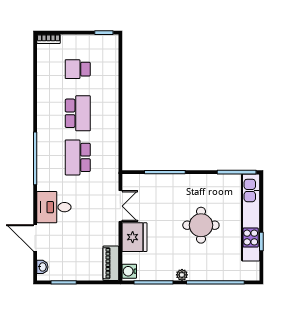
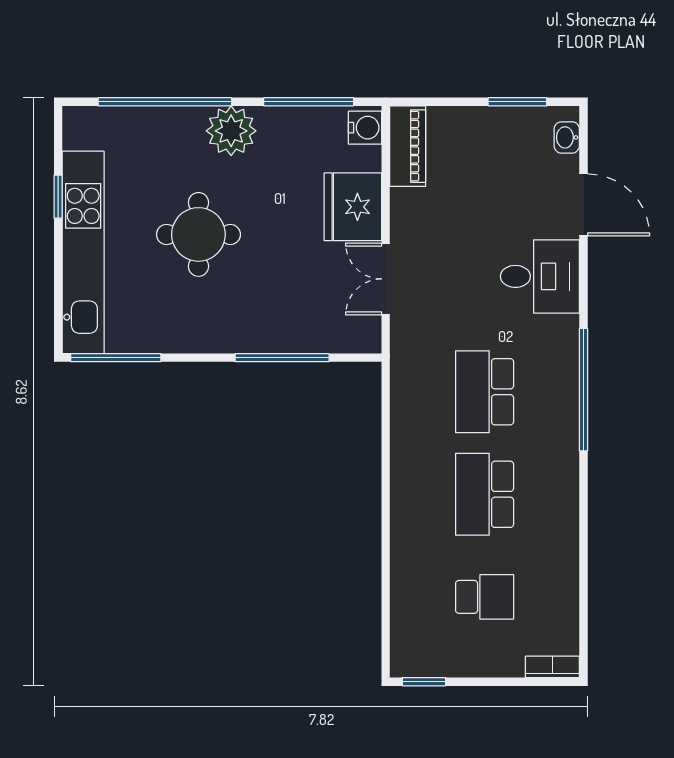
school desk: (78, 157) -> (485, 392), turned 180
plant: (182, 275) -> (231, 131), width x1.87, depth x1.87

